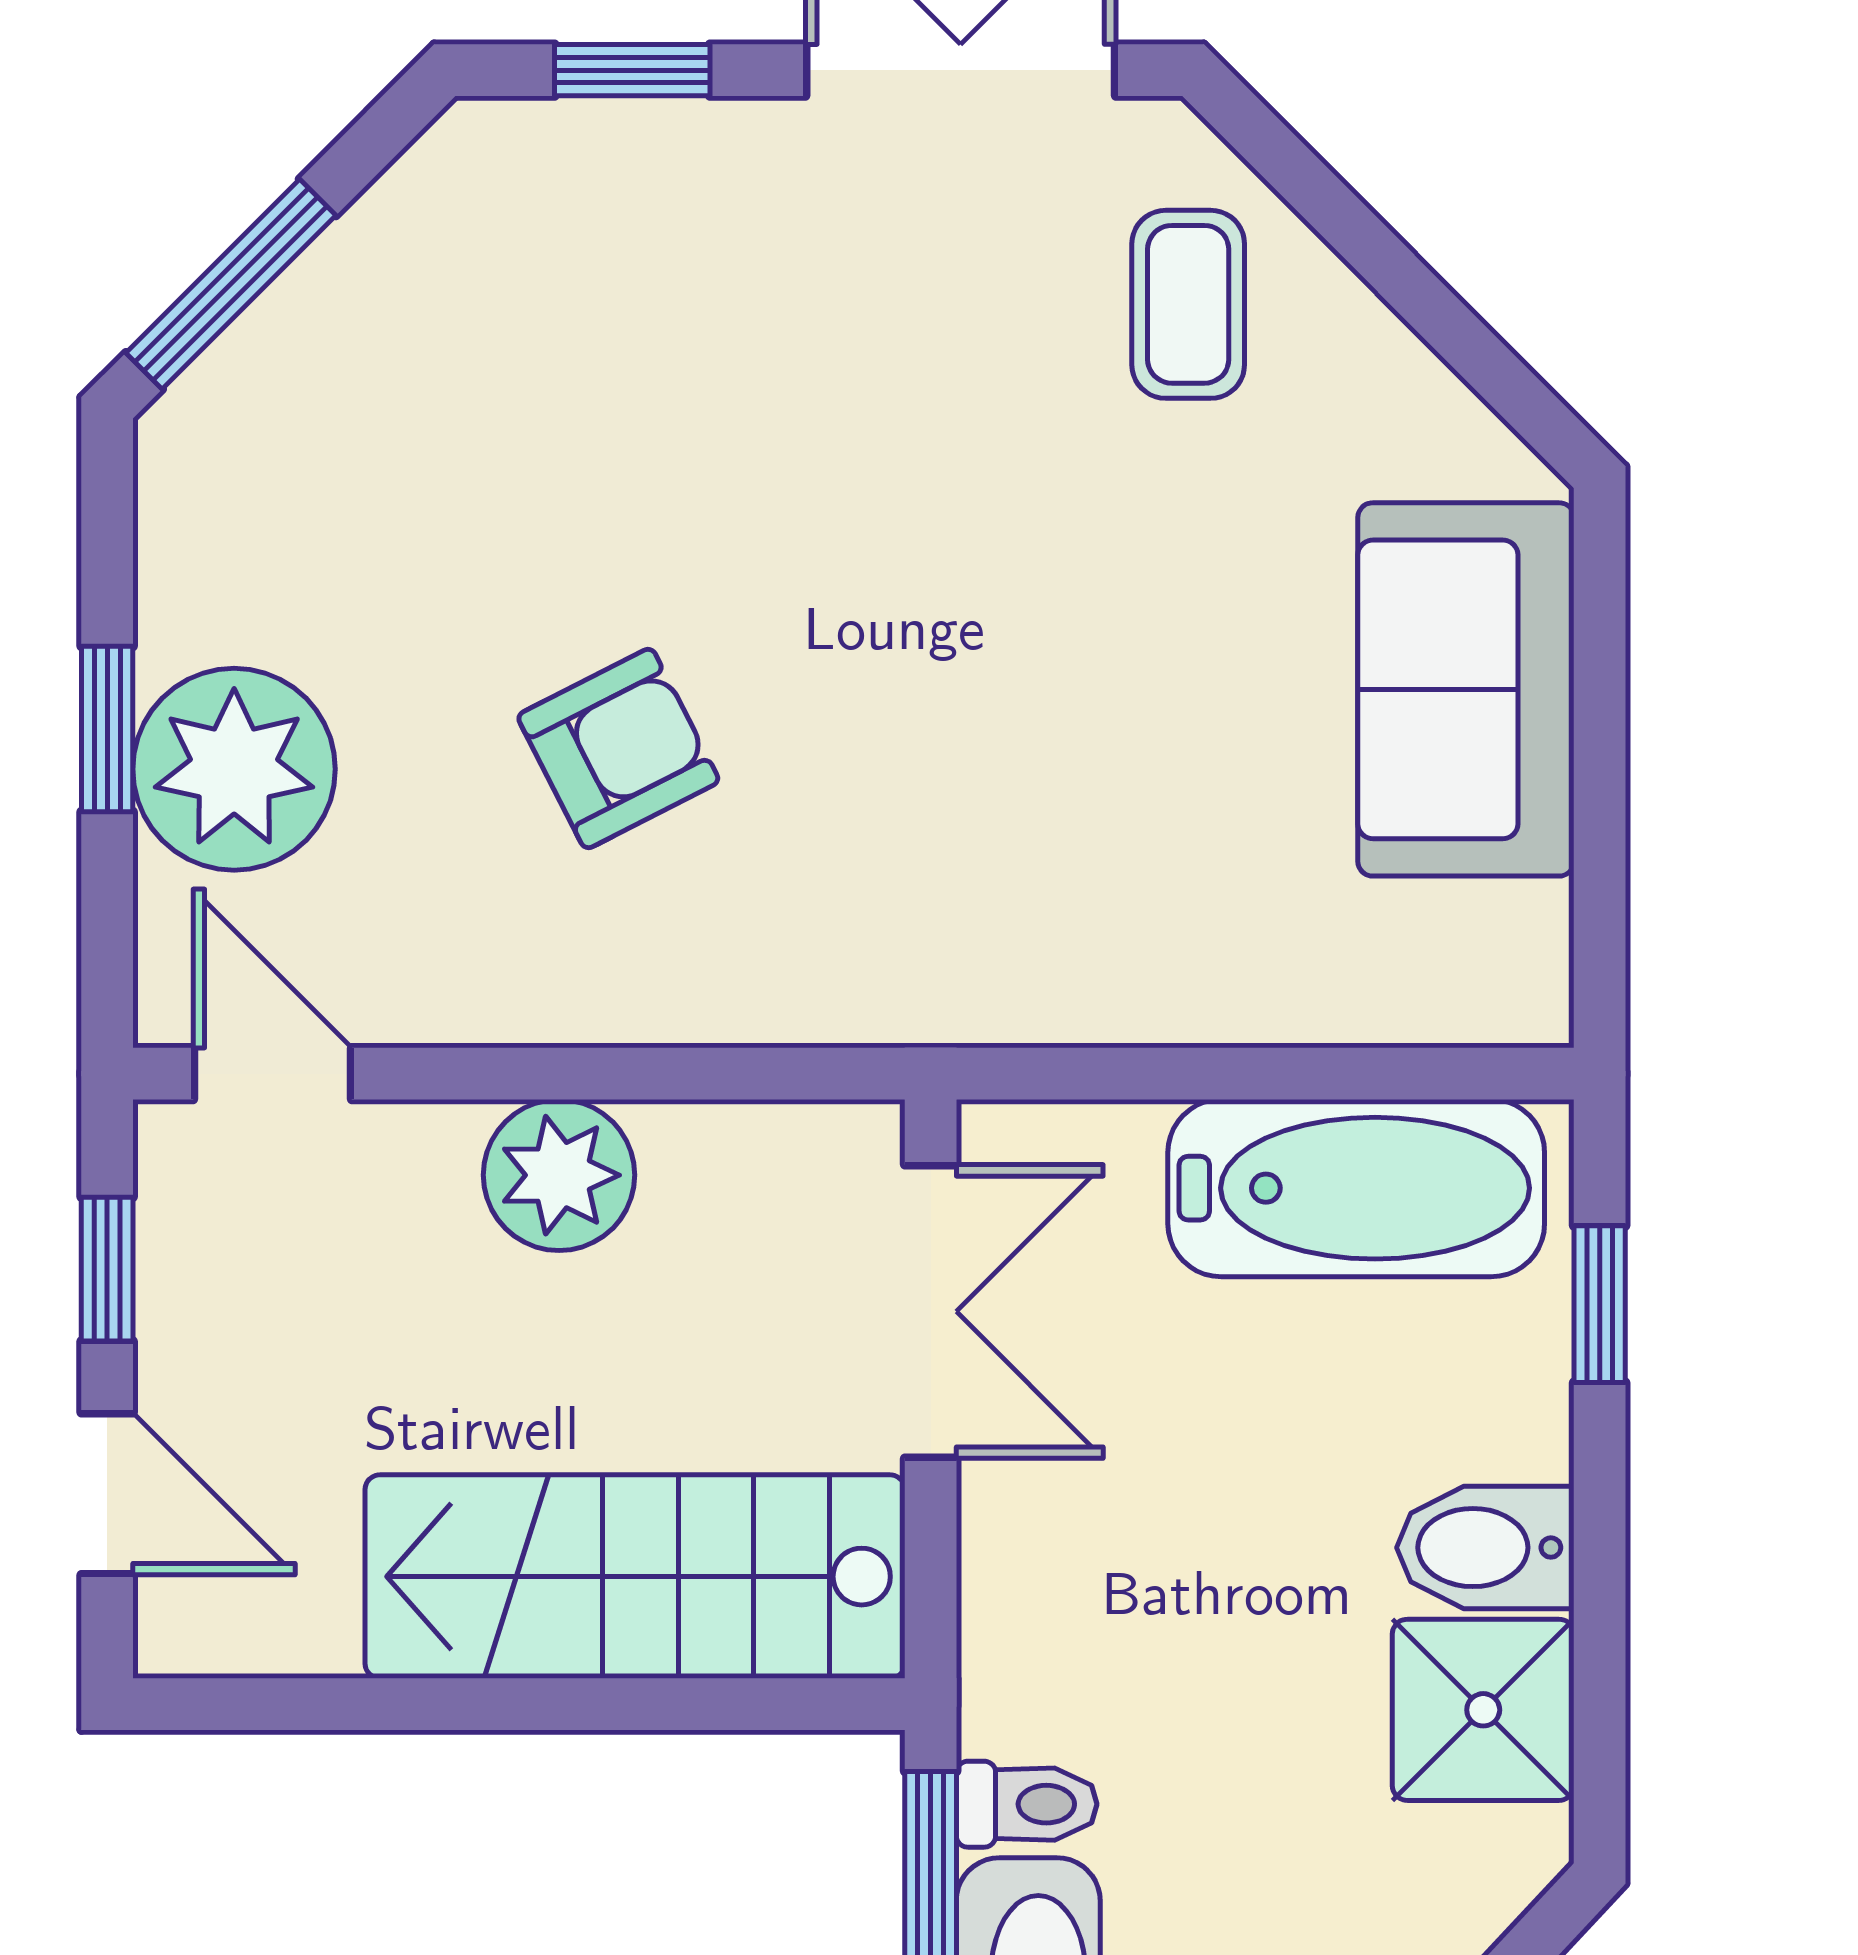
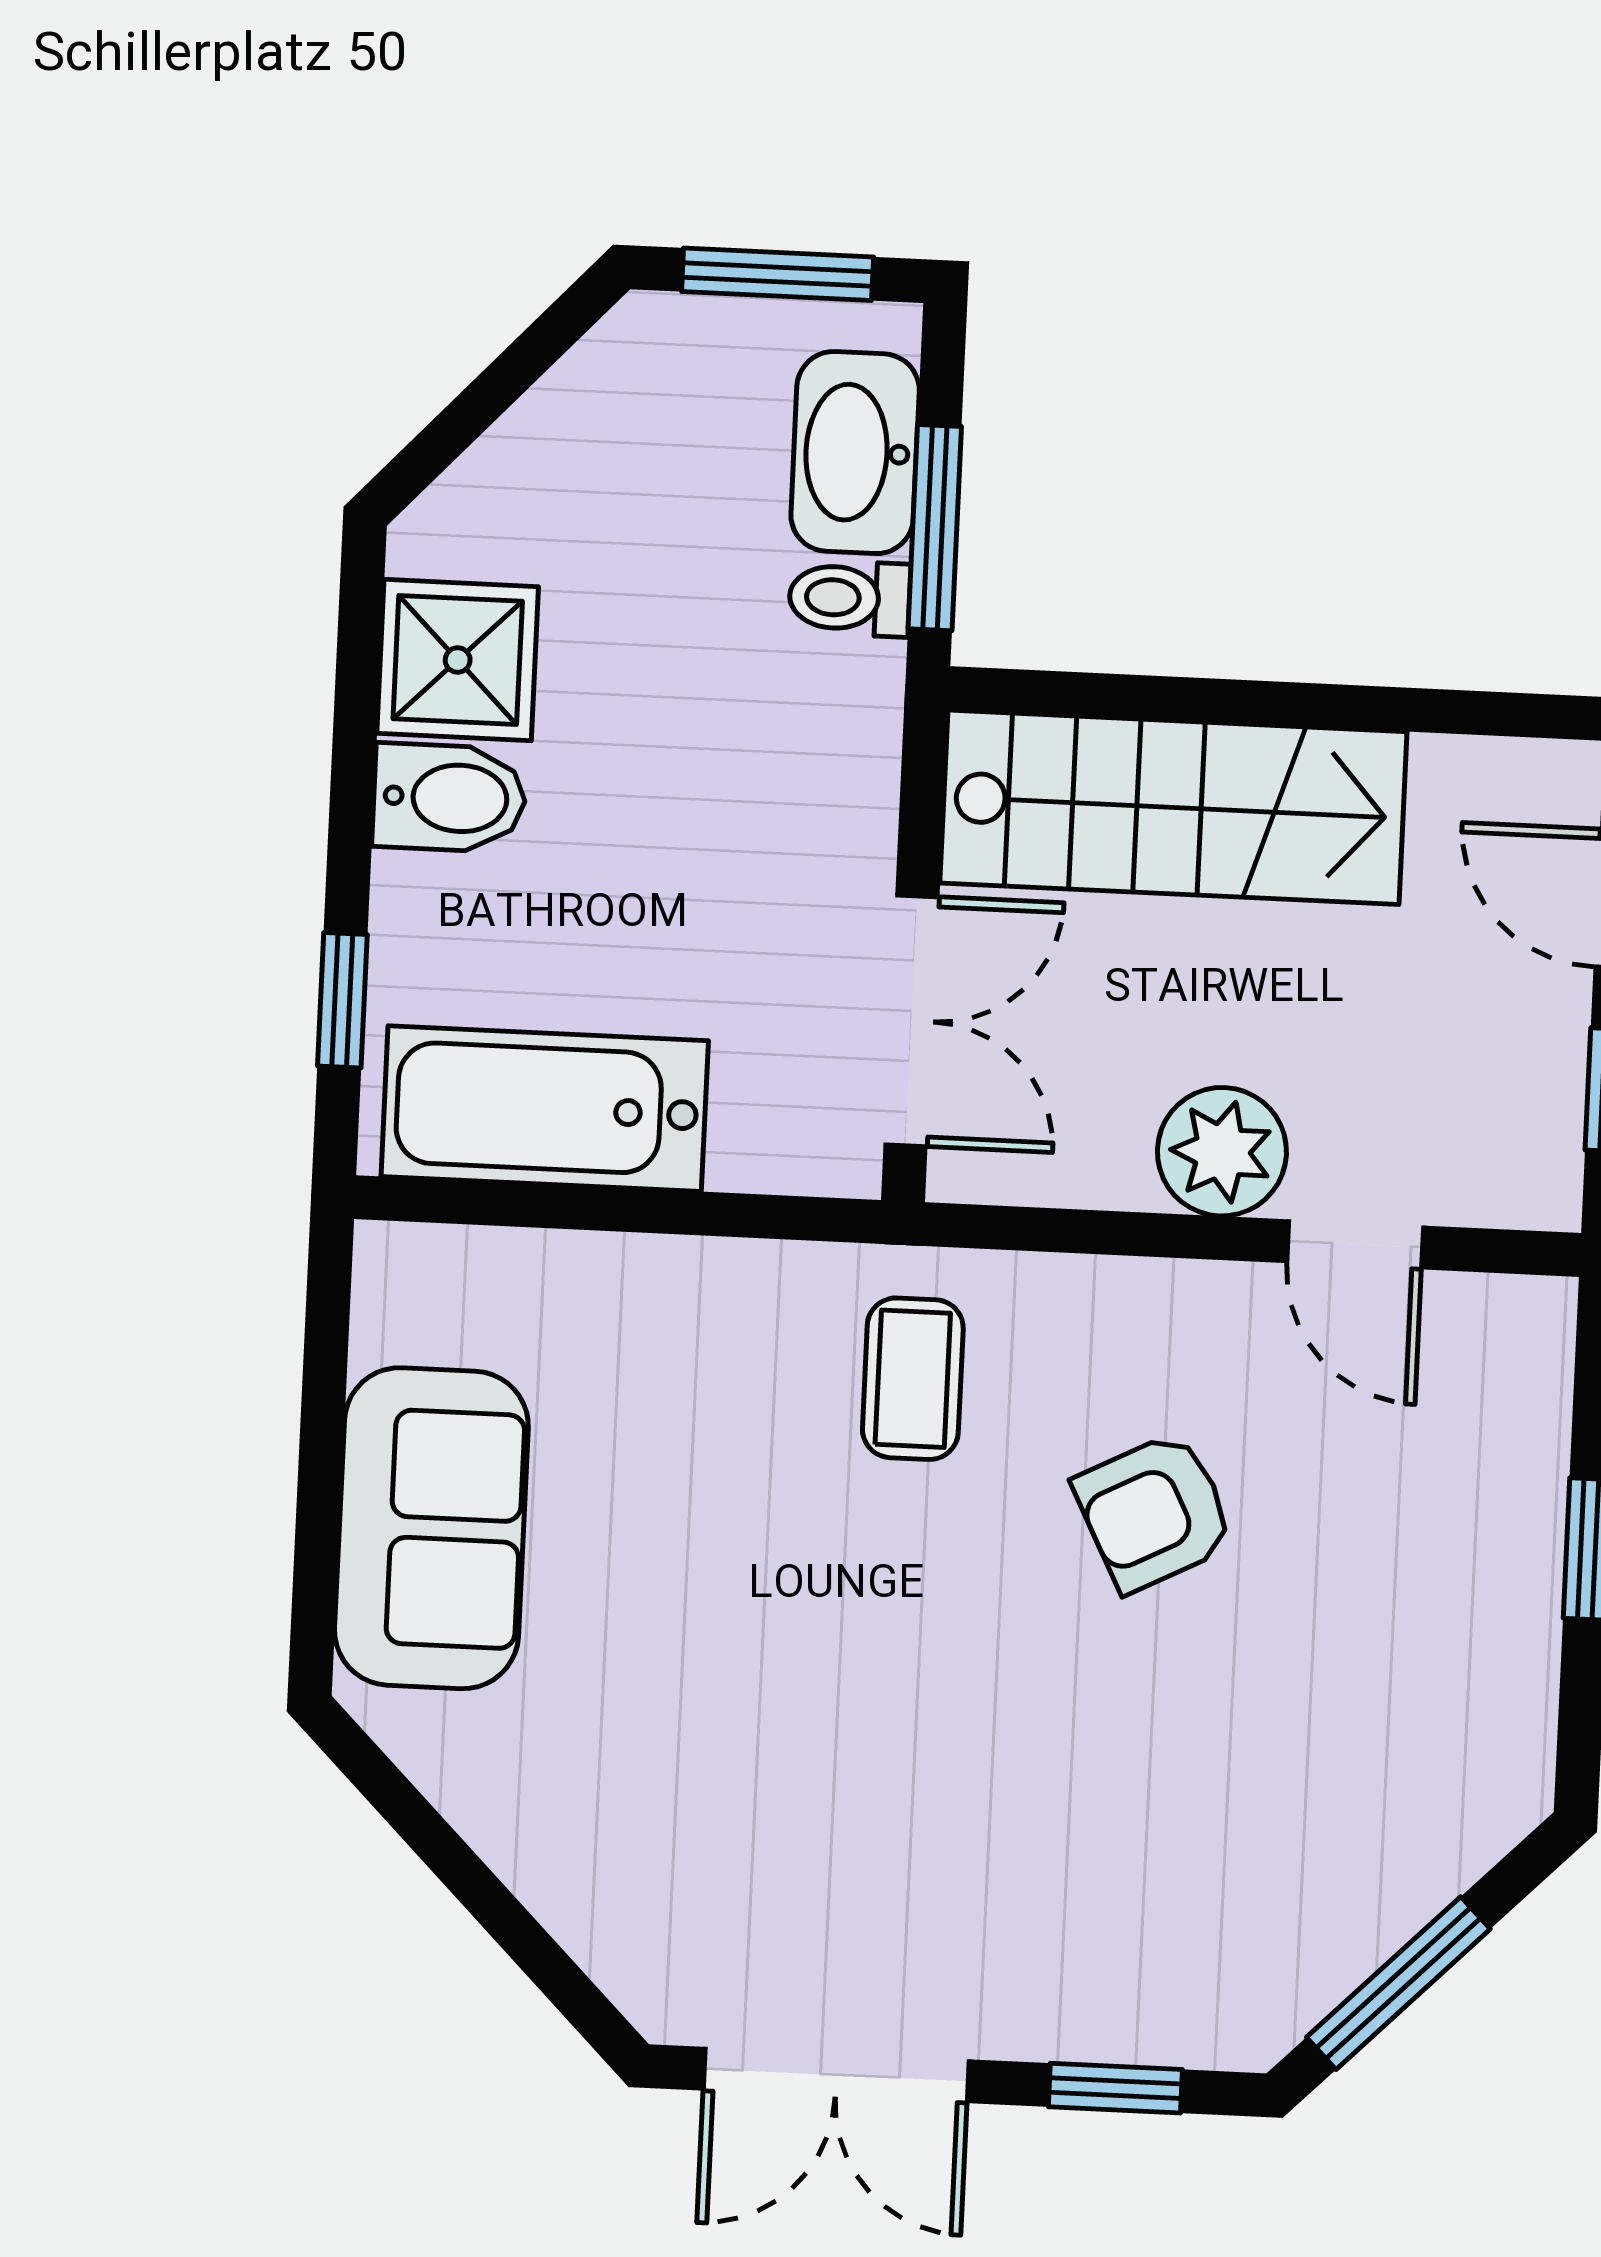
window: (231, 284) -> (1398, 1983), moved
coffee table: (1188, 304) -> (913, 1379), moved
plant: (234, 769) -> (1482, 1510), removed
door: (272, 1074) -> (1355, 1244), moved
double door: (931, 1311) -> (911, 1021), swing flipped

